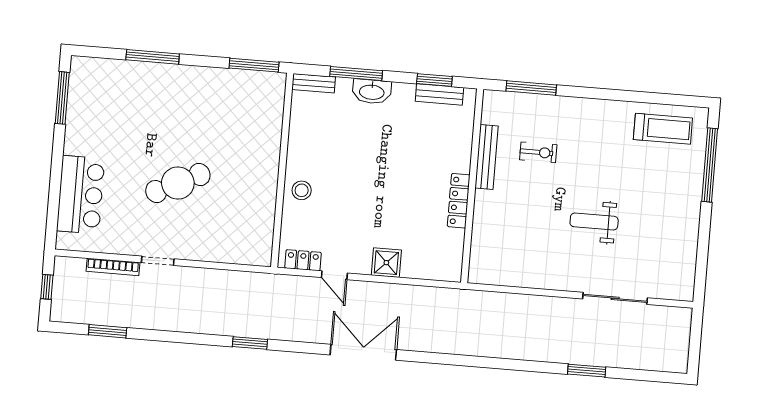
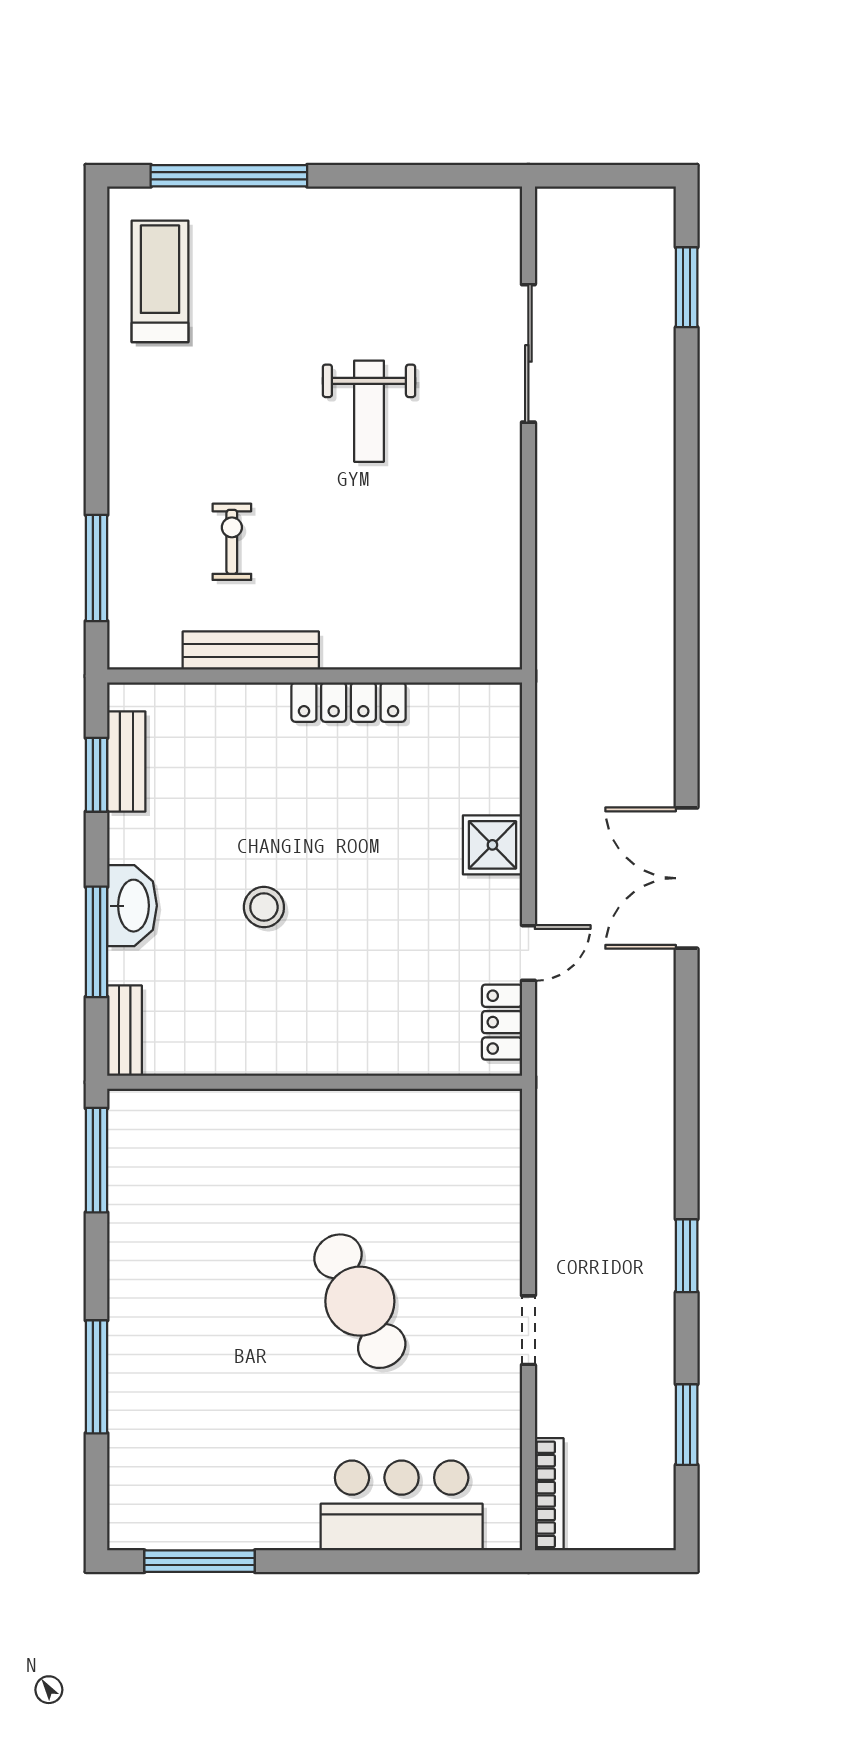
stool: (302, 190) -> (264, 907), moved
bookcase: (113, 267) -> (549, 1494), moved
window: (47, 287) -> (603, 1561), removed
window: (250, 343) -> (687, 1256), moved
window: (587, 371) -> (687, 287), moved

